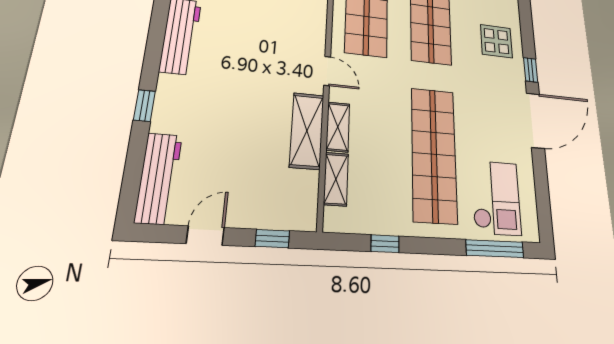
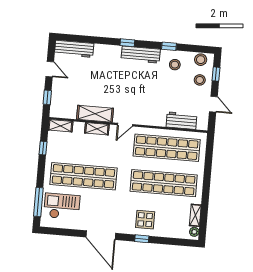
window: (531, 70) -> (142, 239), moved
window: (144, 106) -> (127, 43), moved
shelving: (336, 179) -> (60, 126), moved
checkout: (496, 198) -> (62, 206), turned 180

